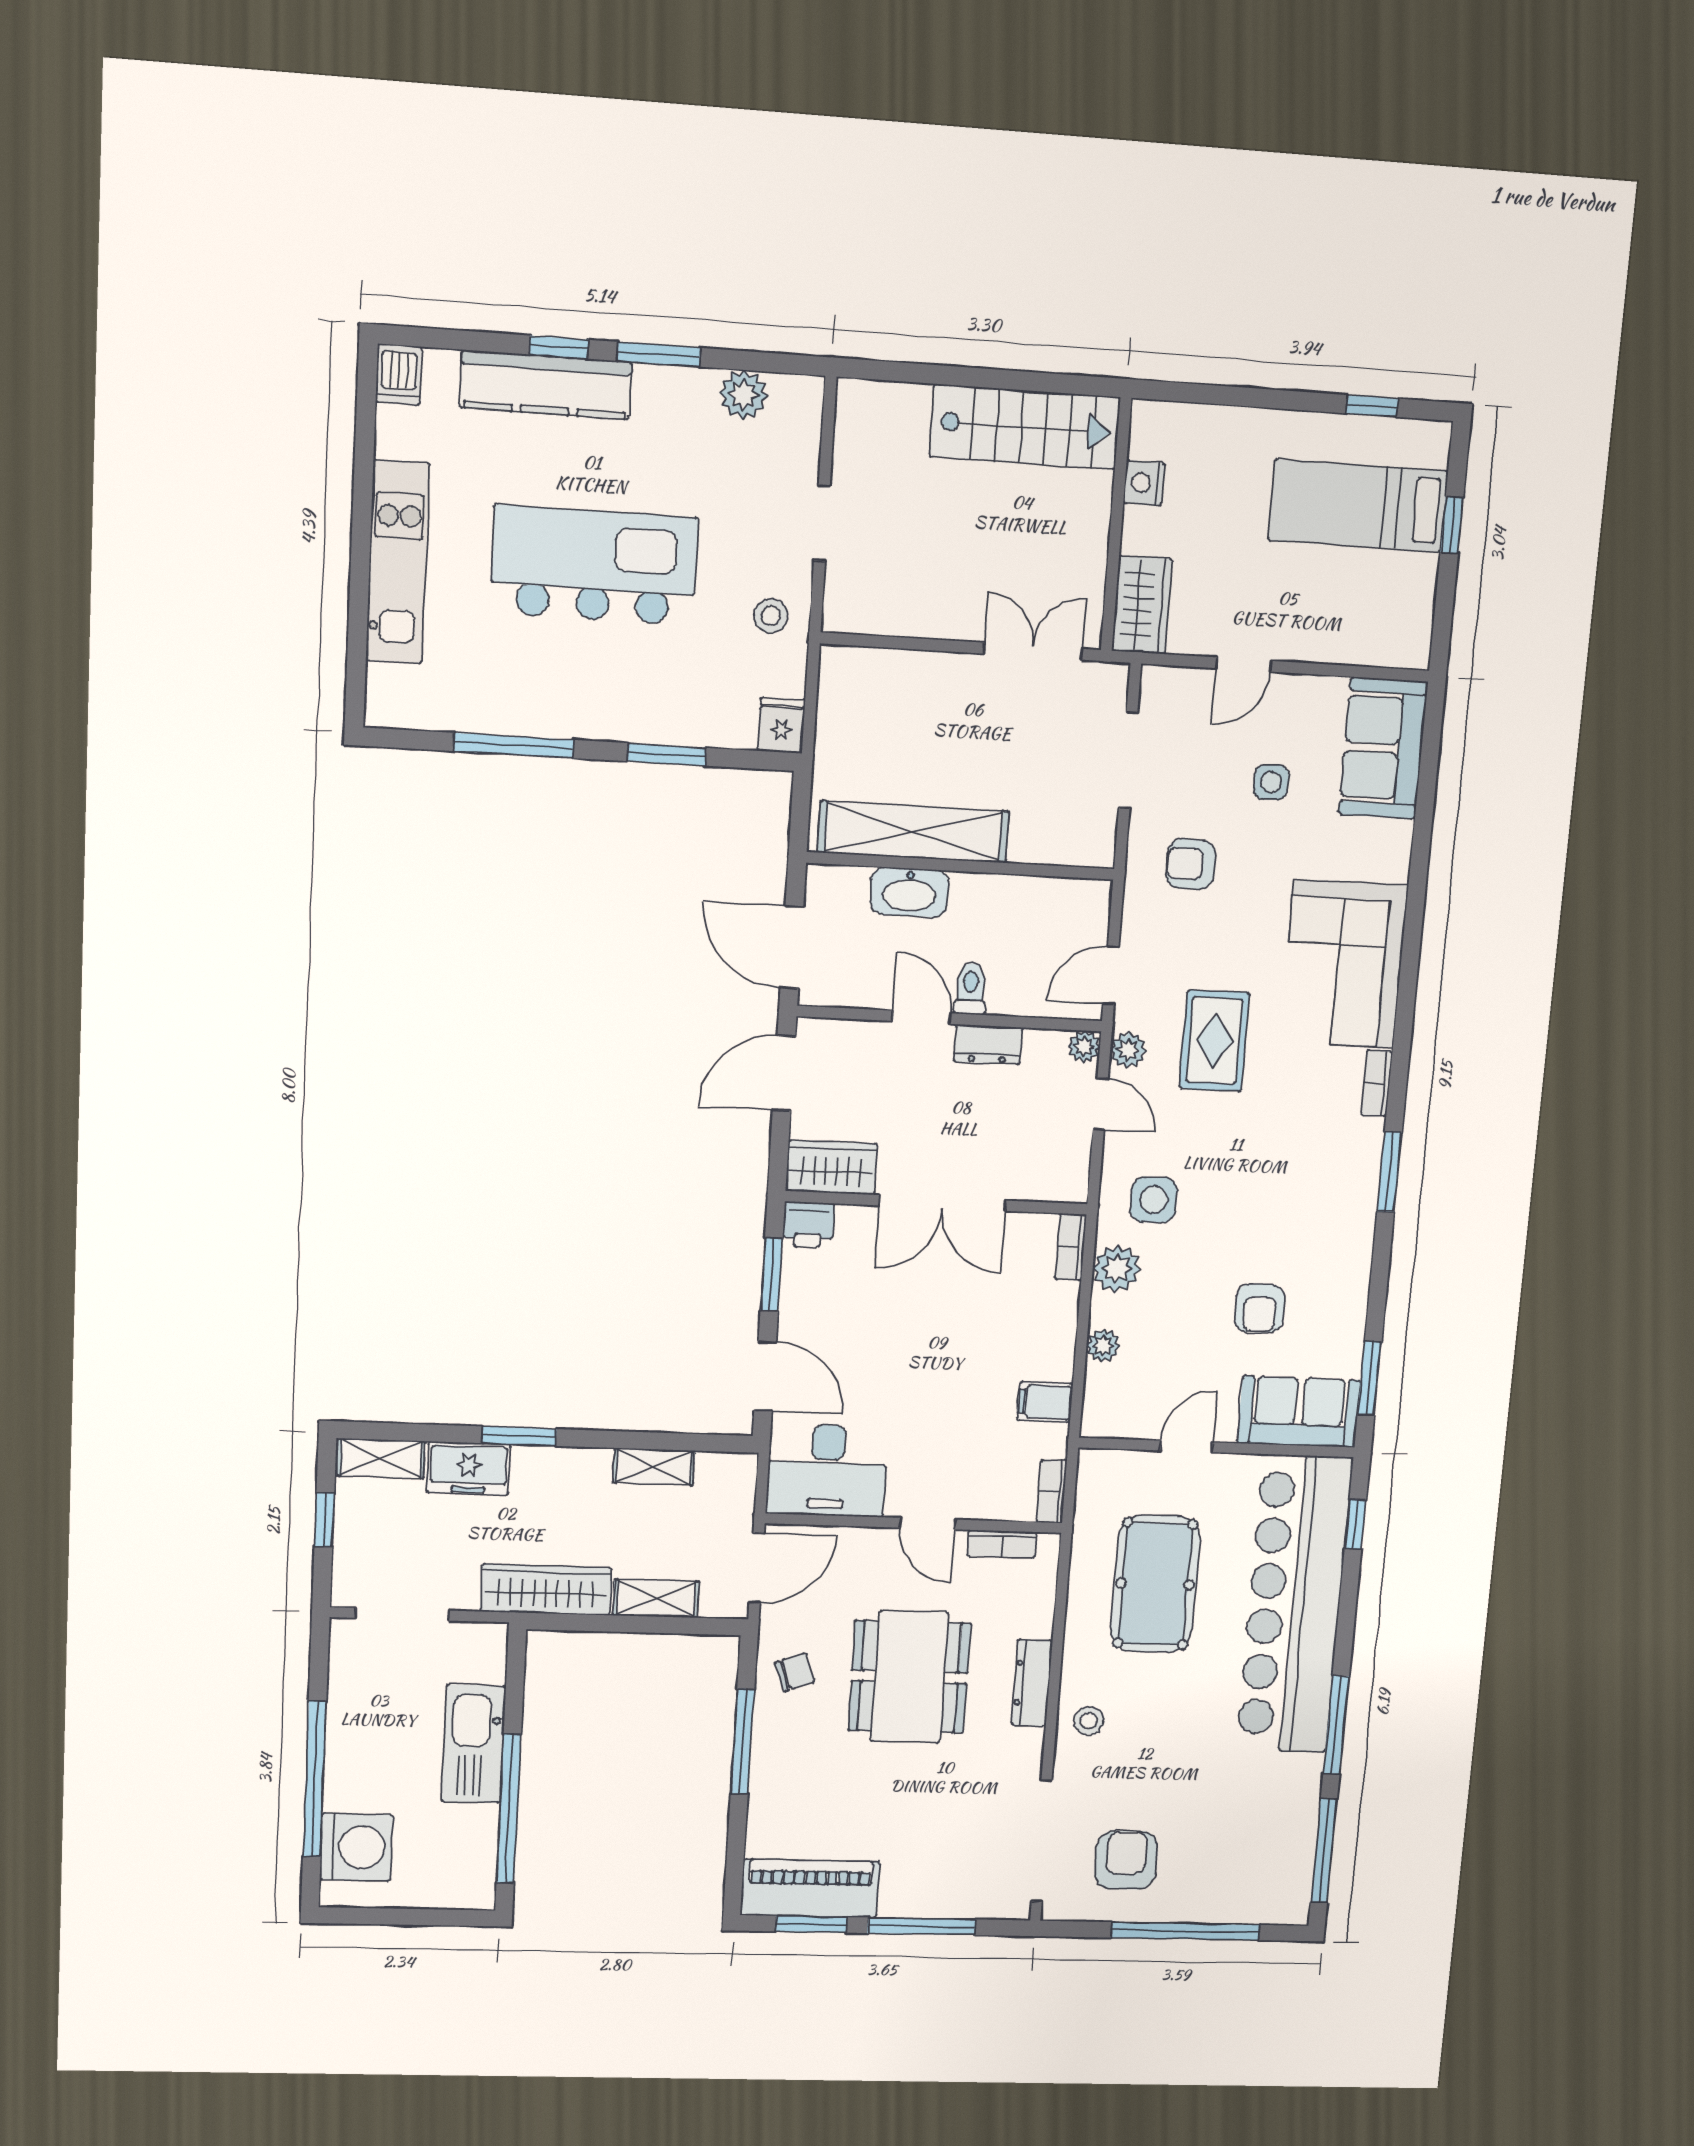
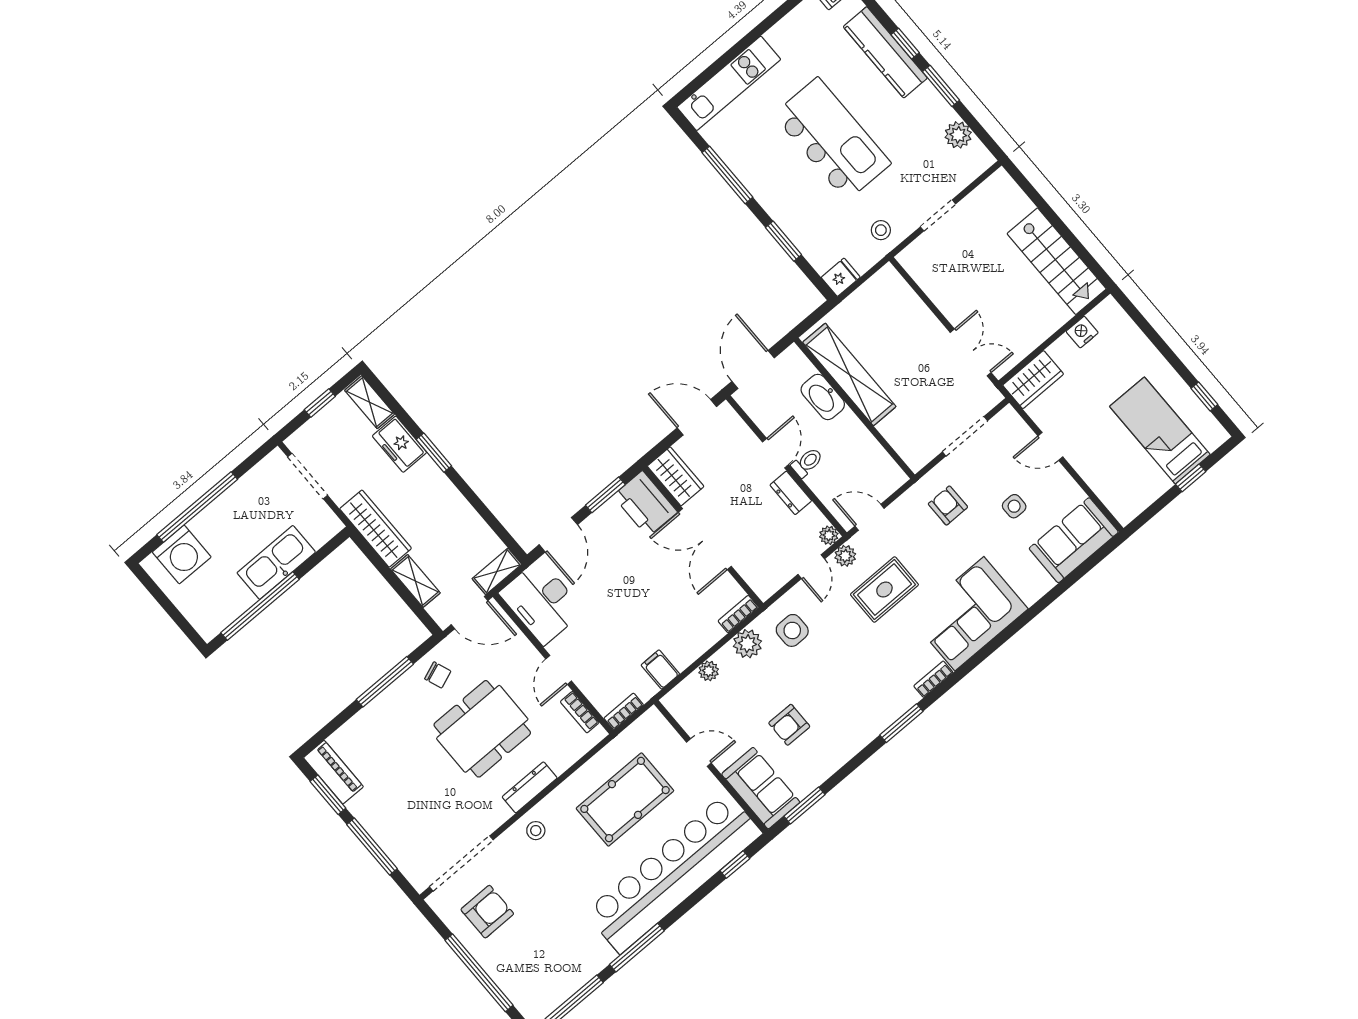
kitchen unit: (398, 562) -> (729, 83), moved
printer: (808, 1225) -> (645, 504), width x1.87, depth x1.48
shelving: (654, 1467) -> (497, 571), moved, turned 90
piano: (810, 1888) -> (333, 772), width x0.73, depth x0.75

